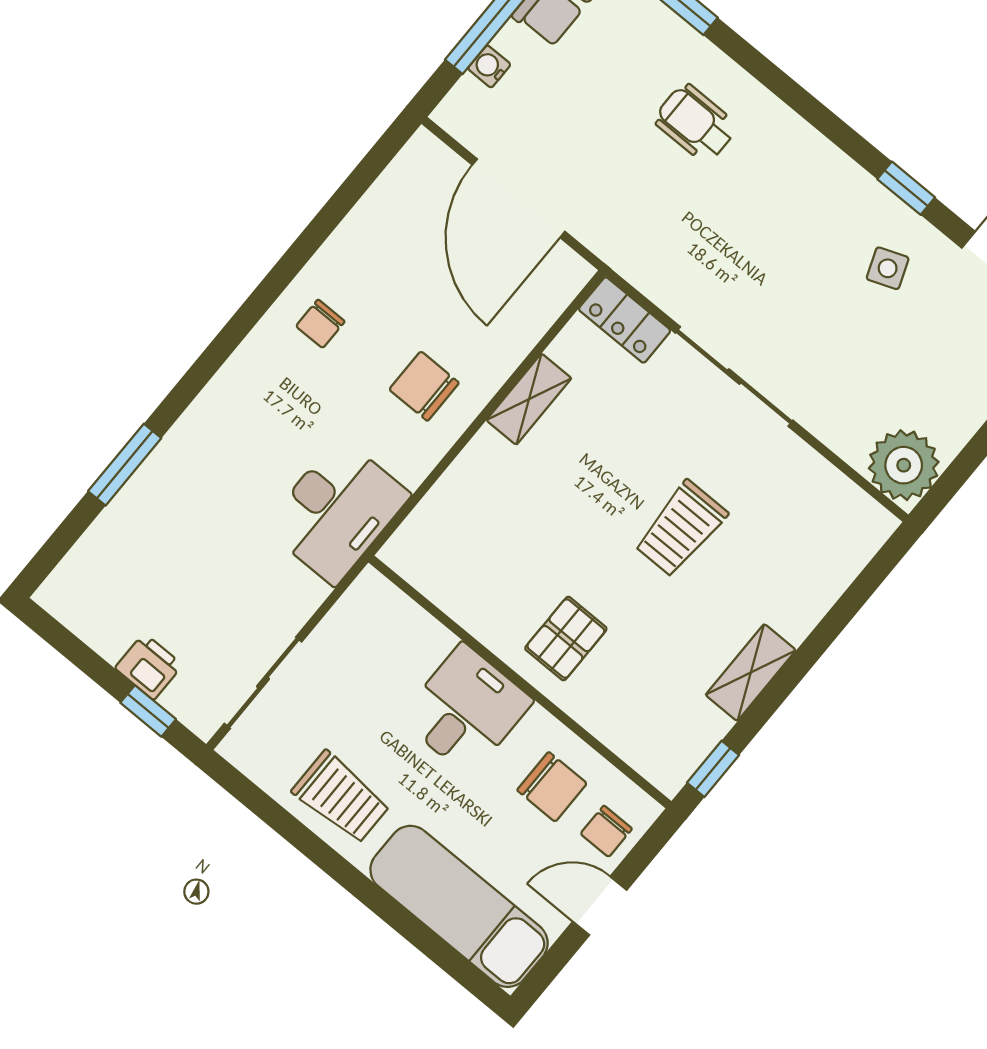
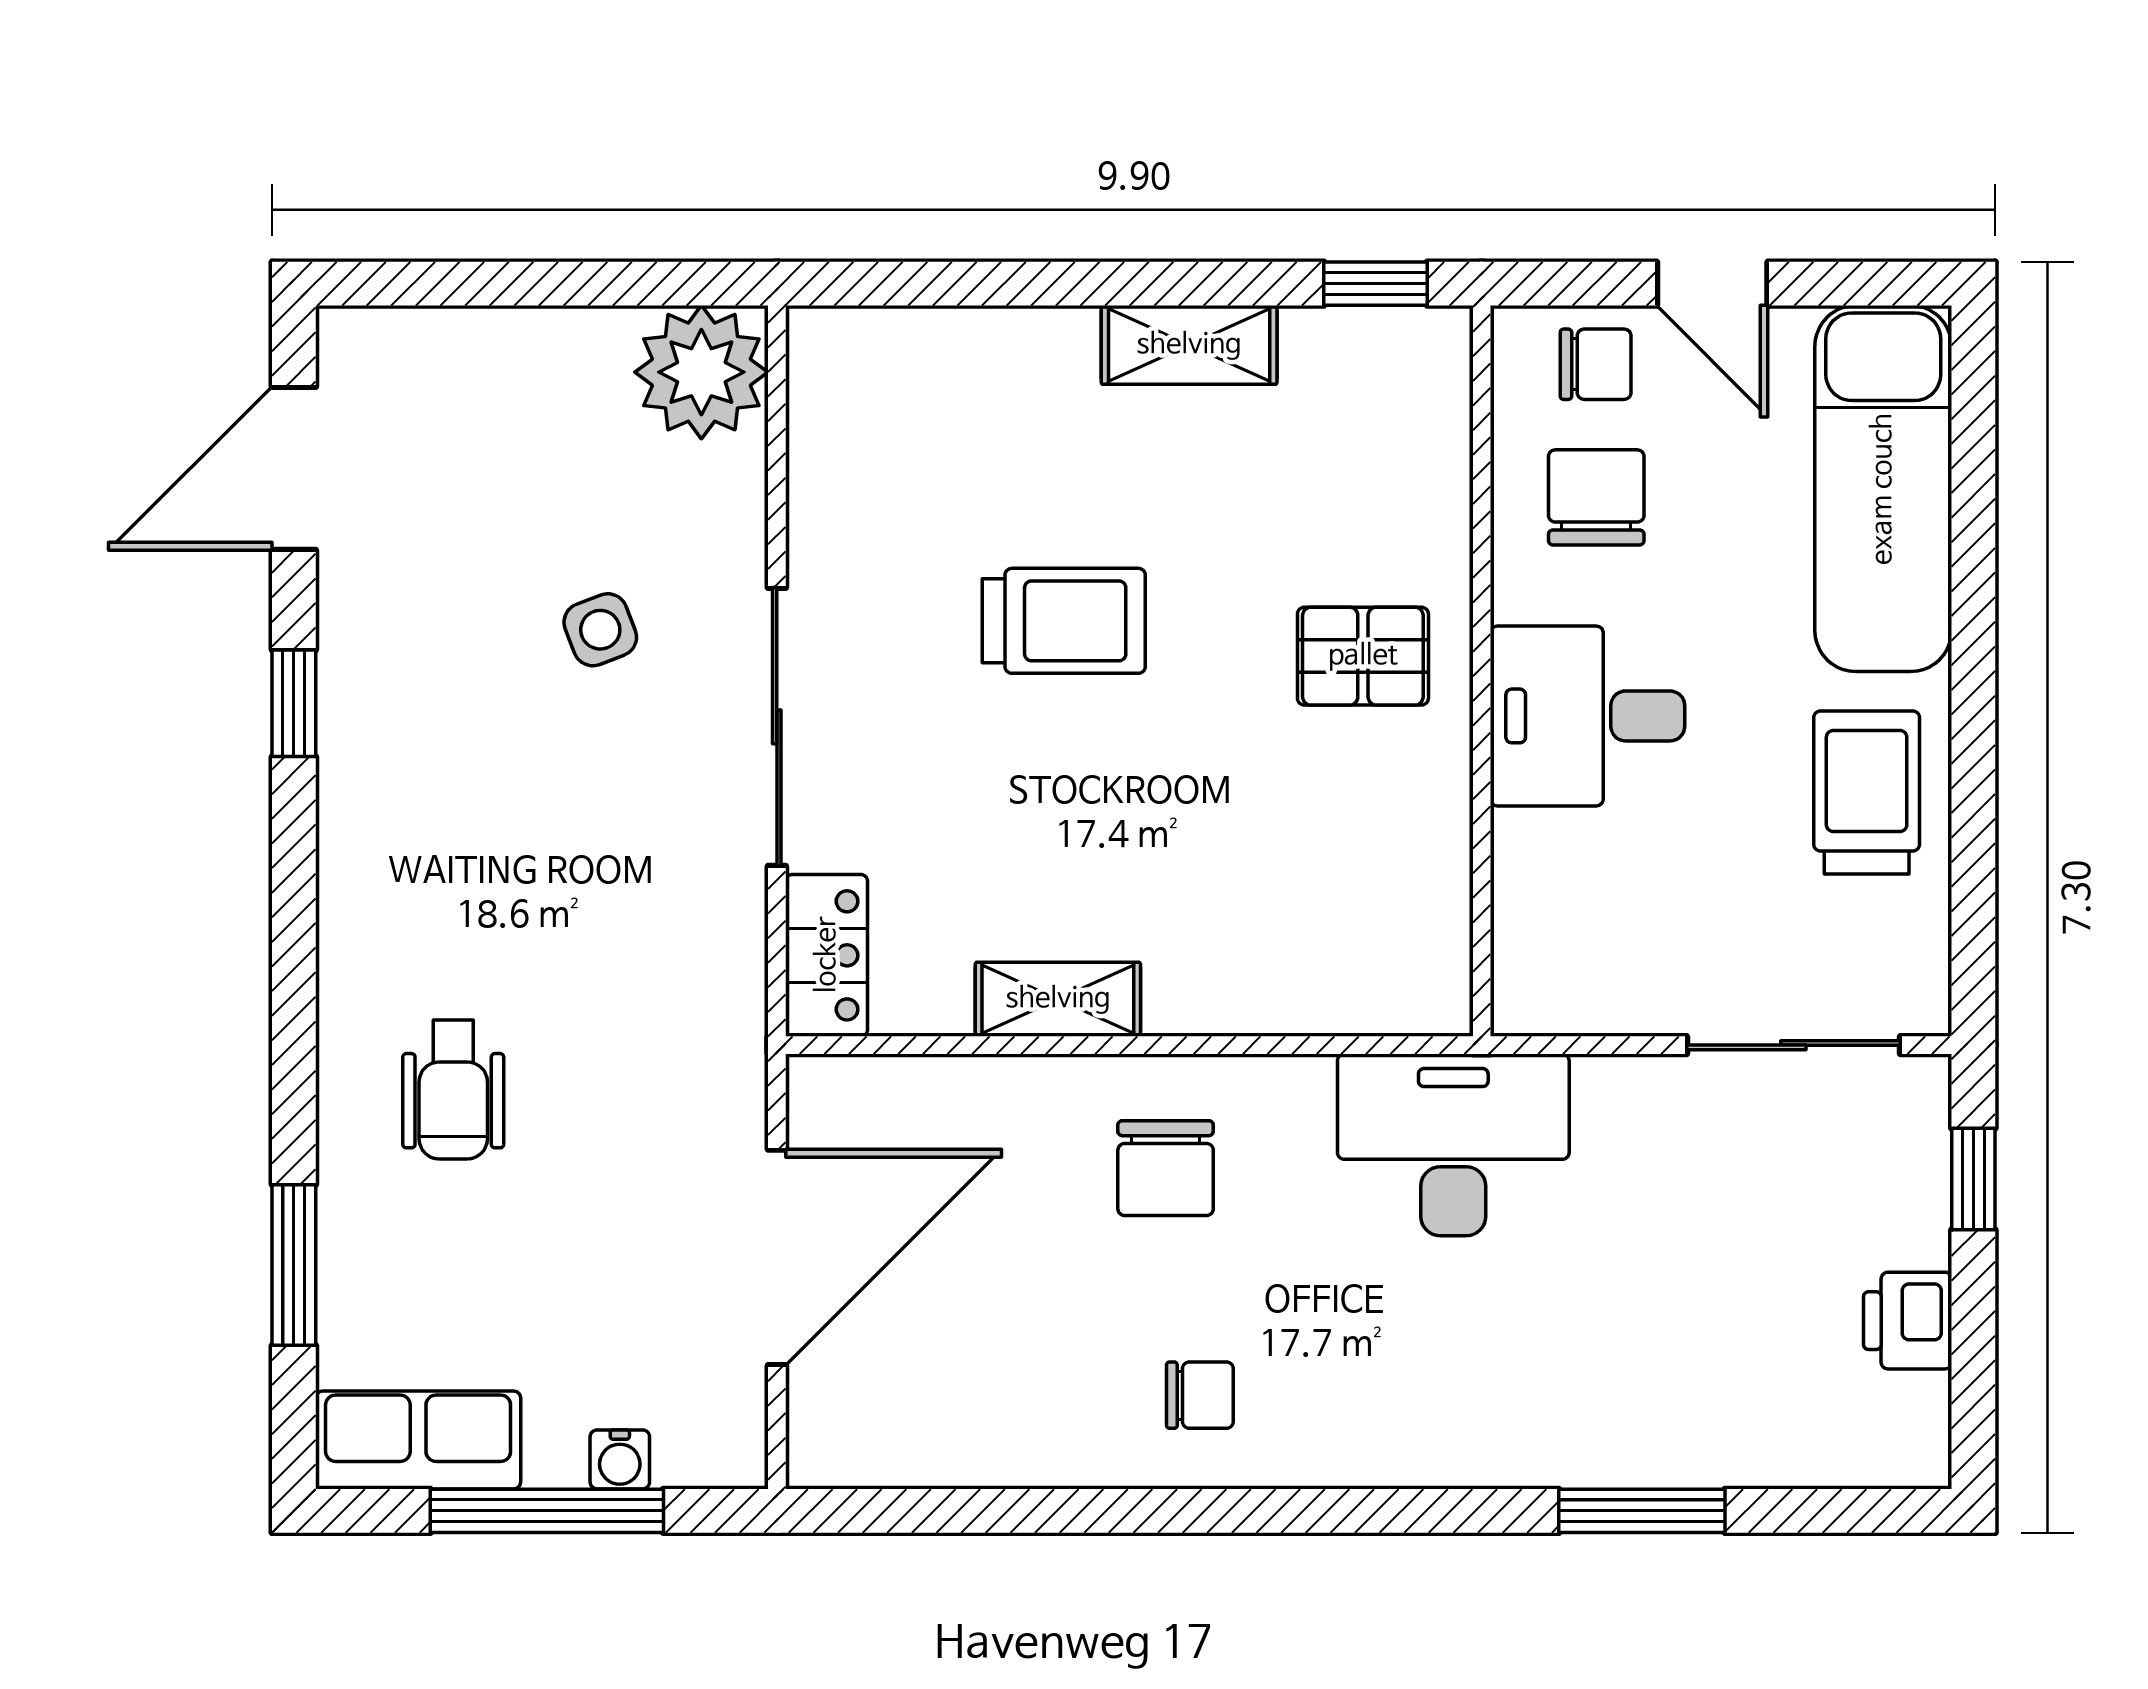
side table: (888, 268) -> (600, 630), moved
printer: (149, 666) -> (1908, 1321), moved

